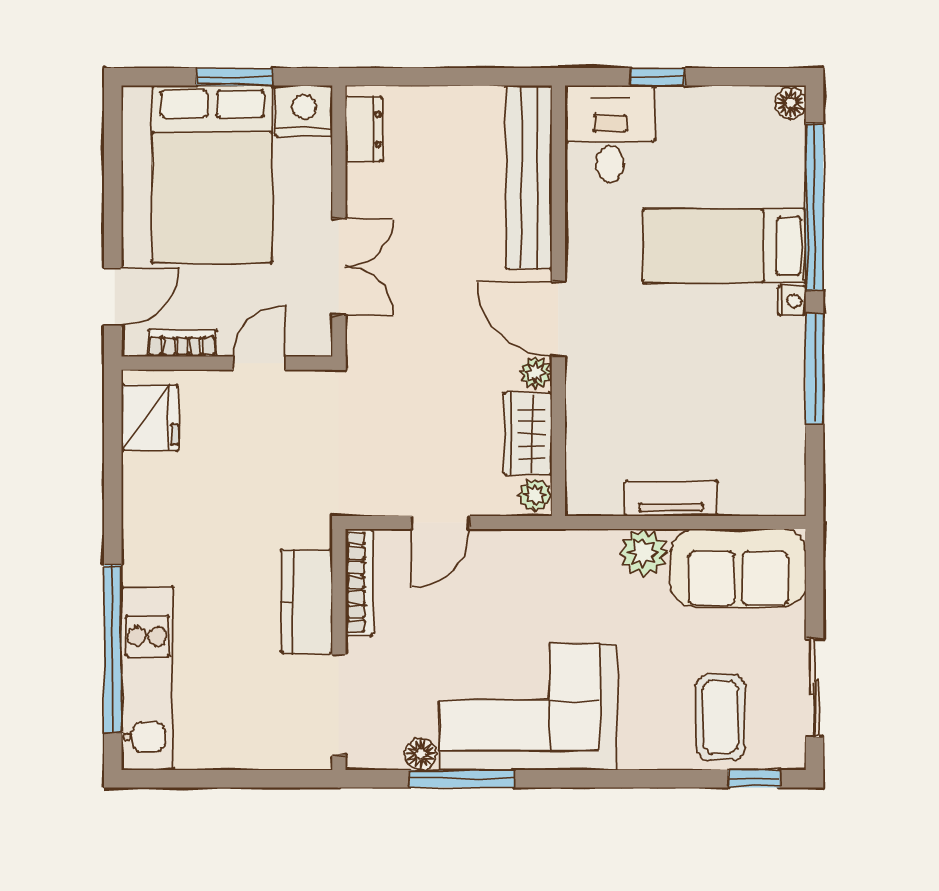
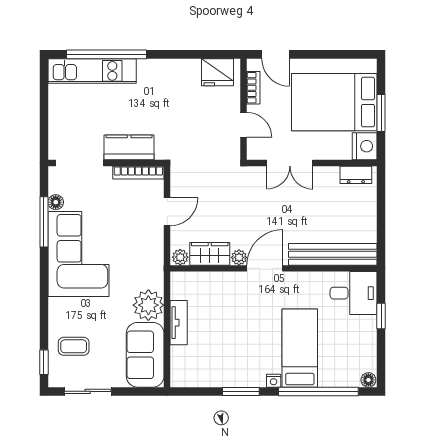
window: (815, 369) -> (241, 391), width x0.69
door: (441, 522) -> (167, 212), swing flipped
plant: (644, 553) -> (148, 305), width x1.36, depth x1.36
coffee table: (721, 717) -> (74, 346), width x0.73, depth x0.77

